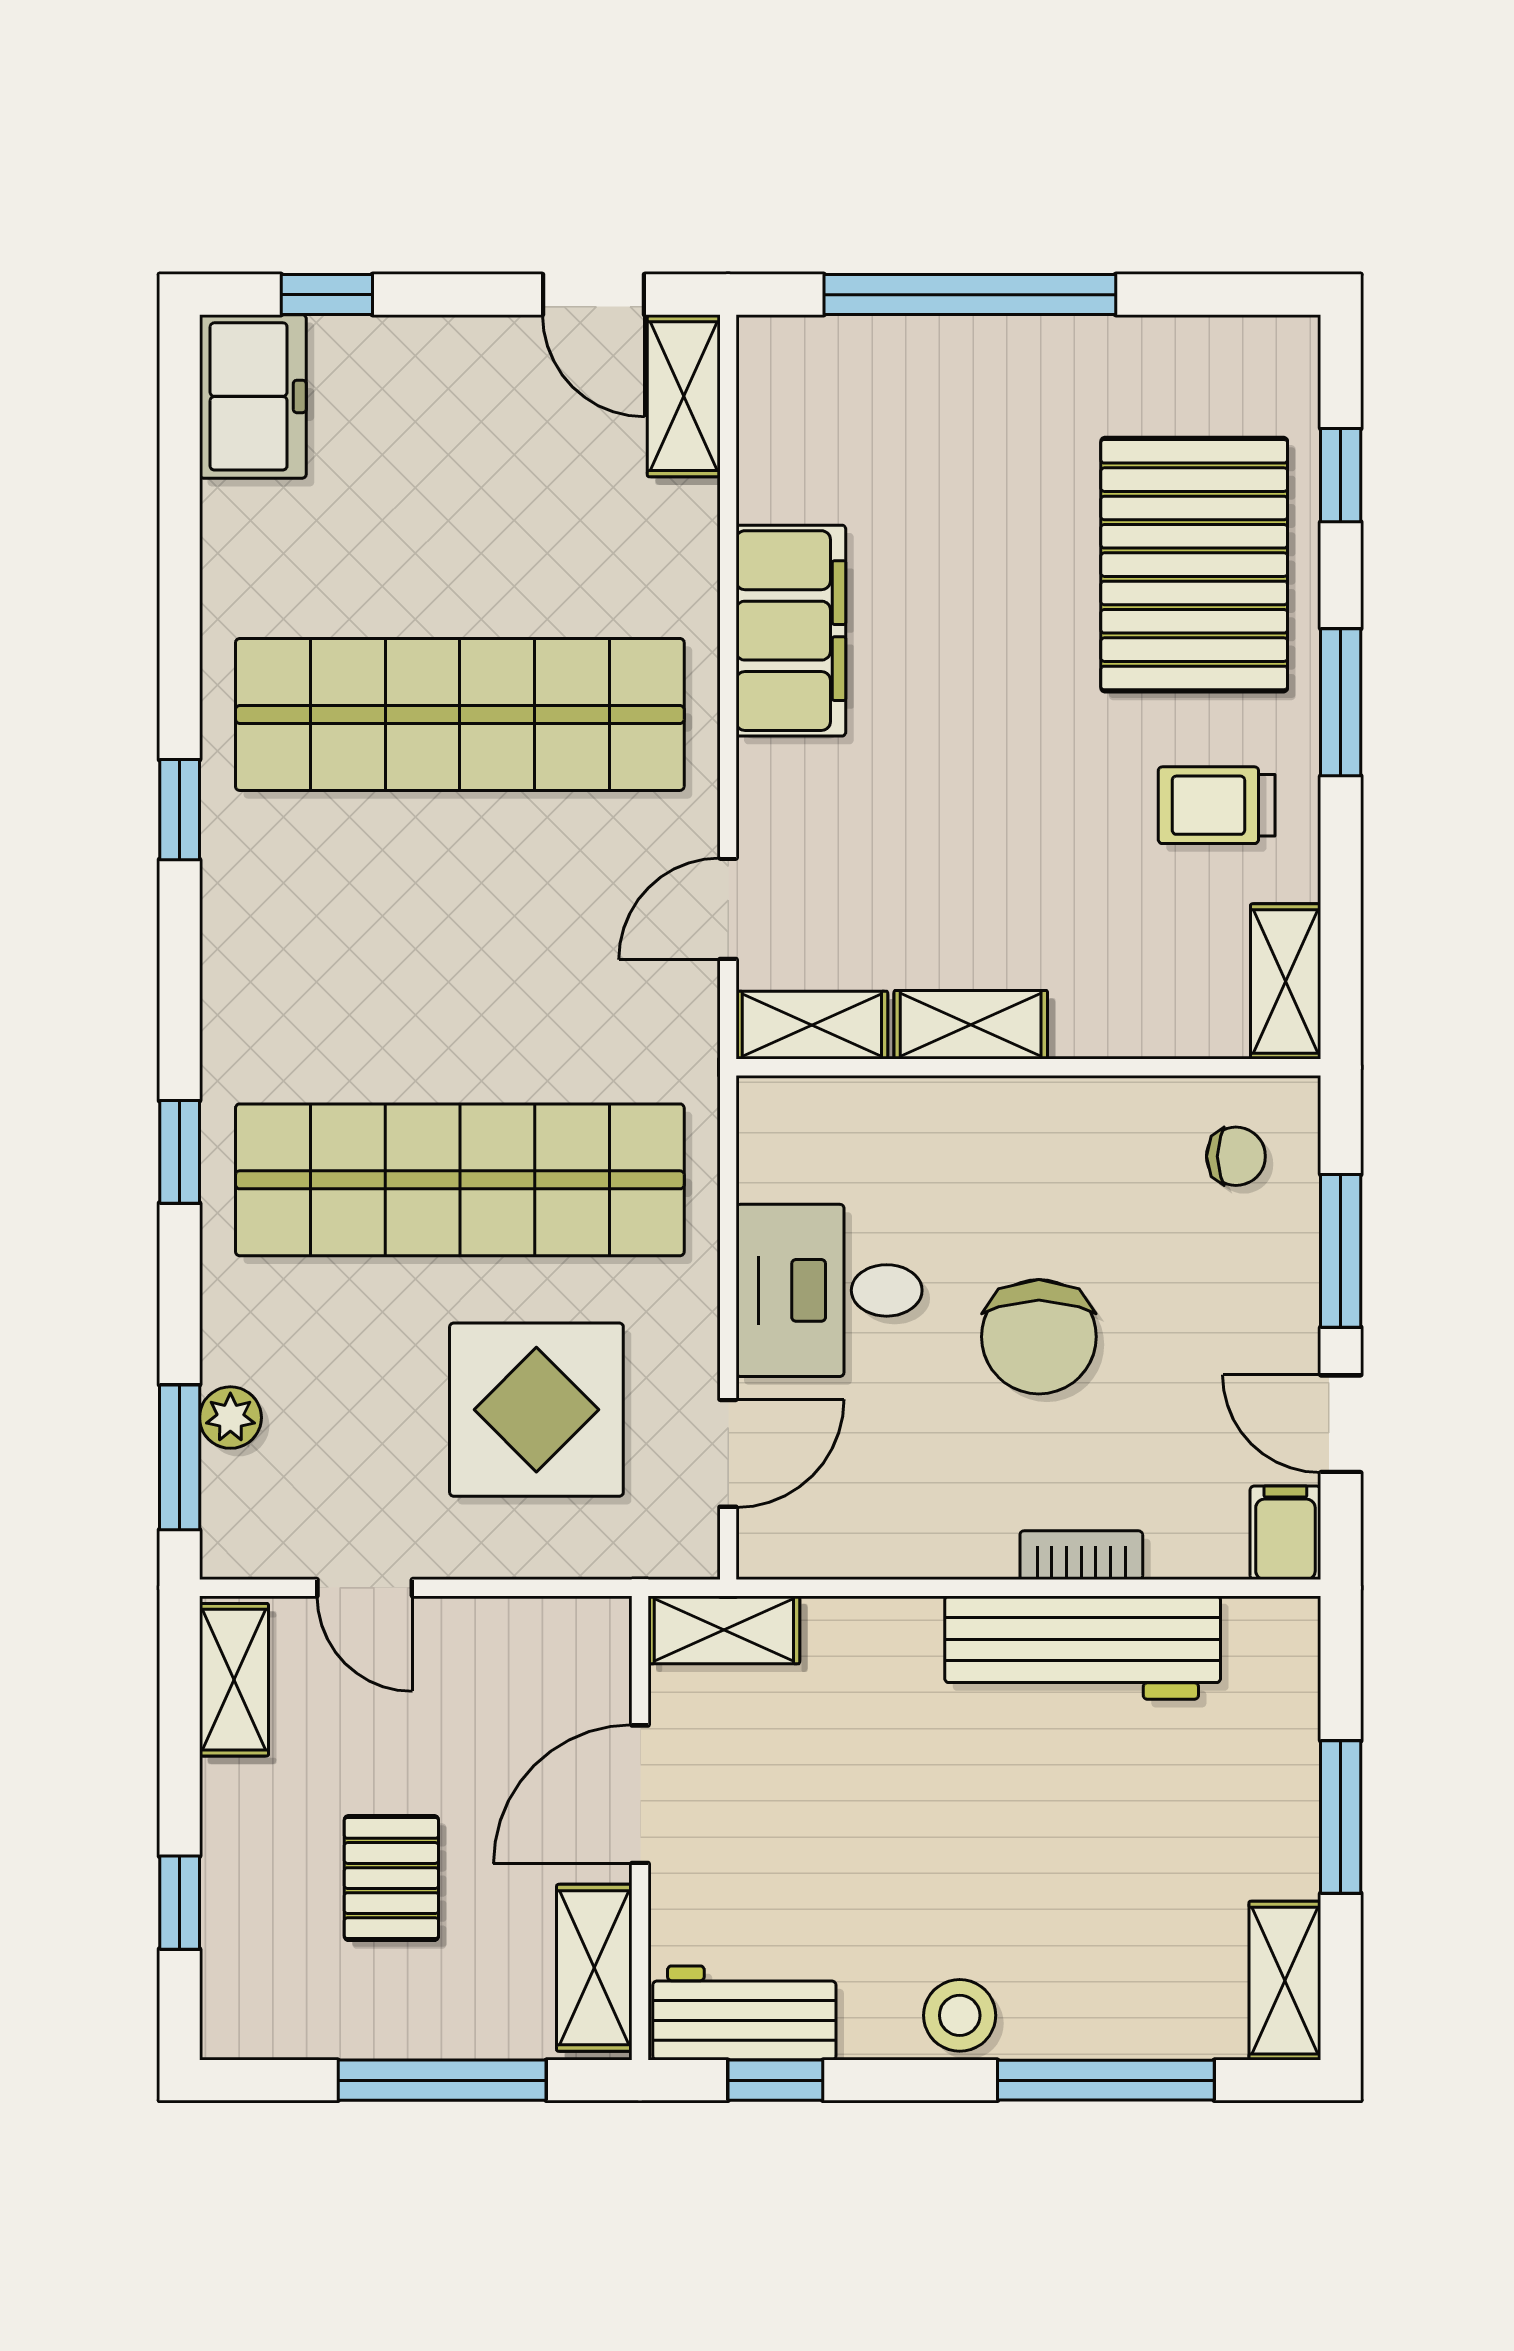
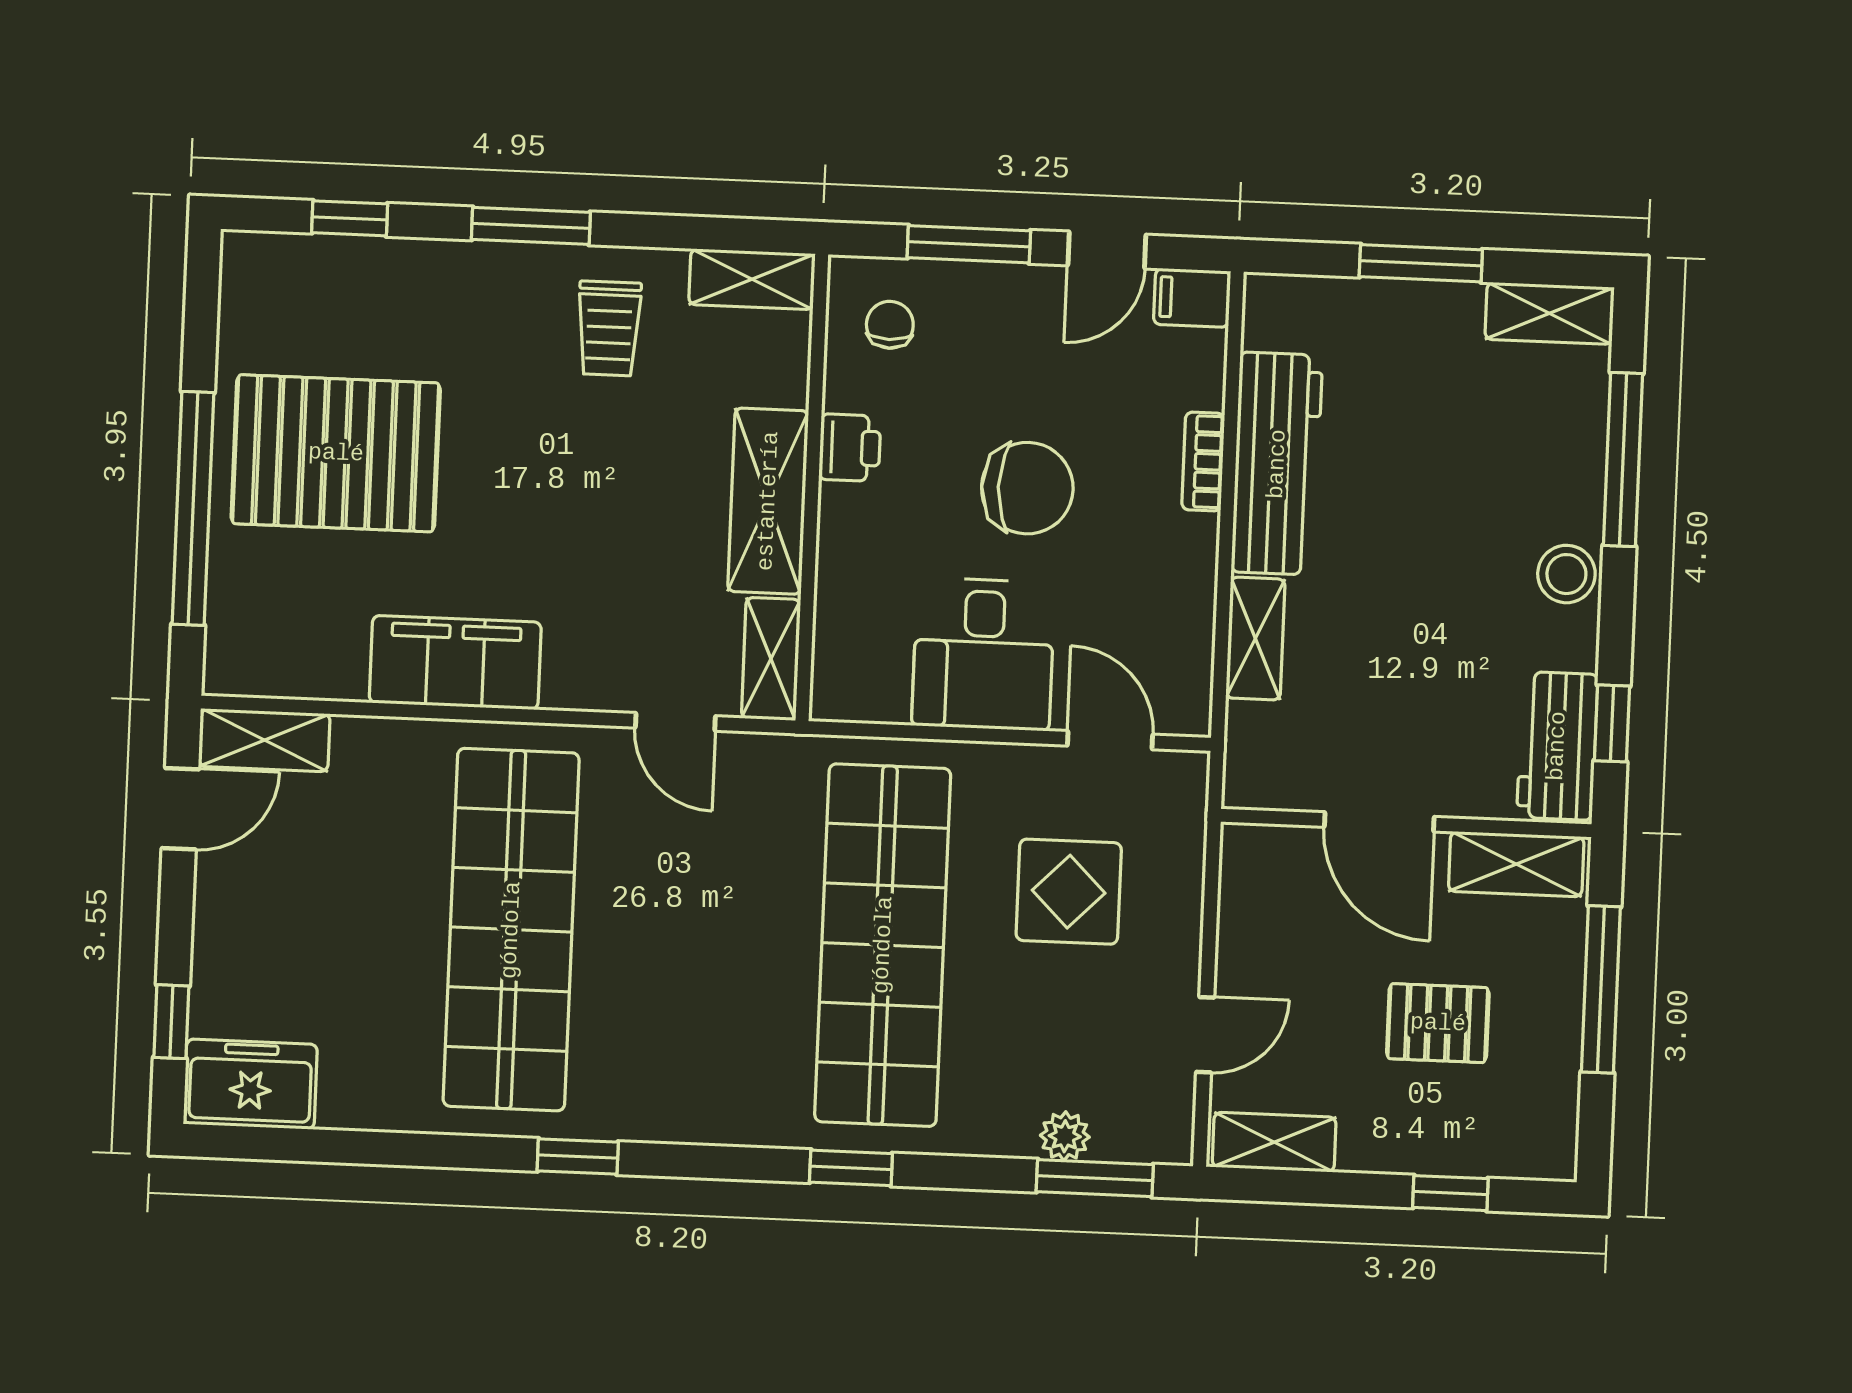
pallet: (1194, 565) -> (336, 453), moved
shelving: (971, 1025) -> (768, 501), width x1.50, depth x1.33
printer: (1080, 1113) -> (850, 448), added
display table: (536, 1410) -> (1069, 892), width x0.73, depth x0.73
shelving: (724, 1630) -> (1255, 639), moved

